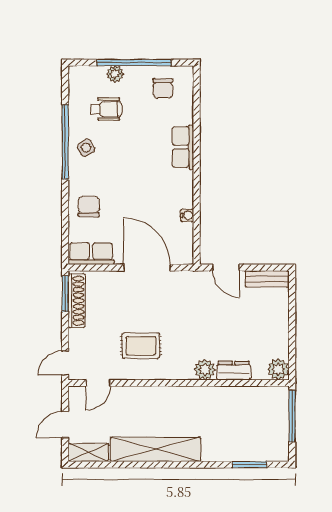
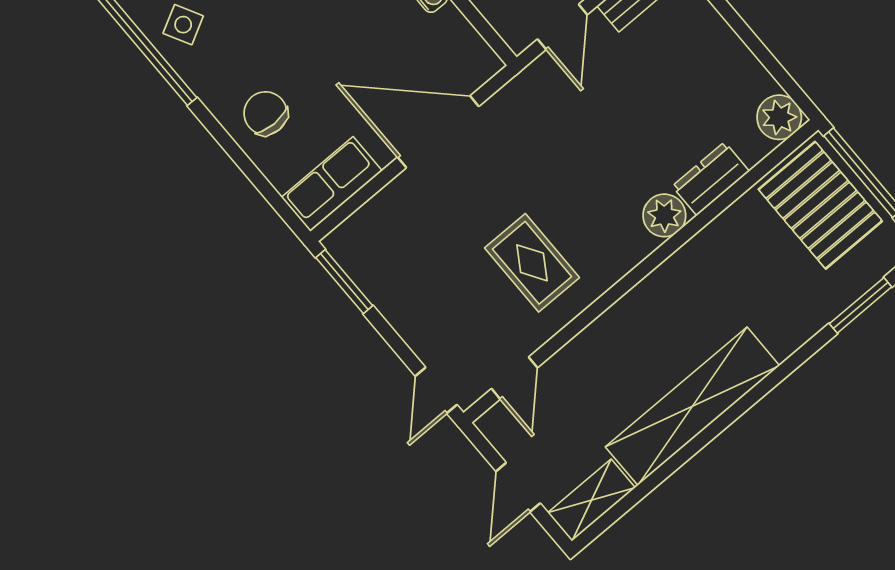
door: (226, 268) -> (562, 27), hinge flipped
shoe rack: (77, 301) -> (371, 278), removed
rug: (141, 346) -> (532, 263), turned 90
pallet: (266, 415) -> (820, 205), added

